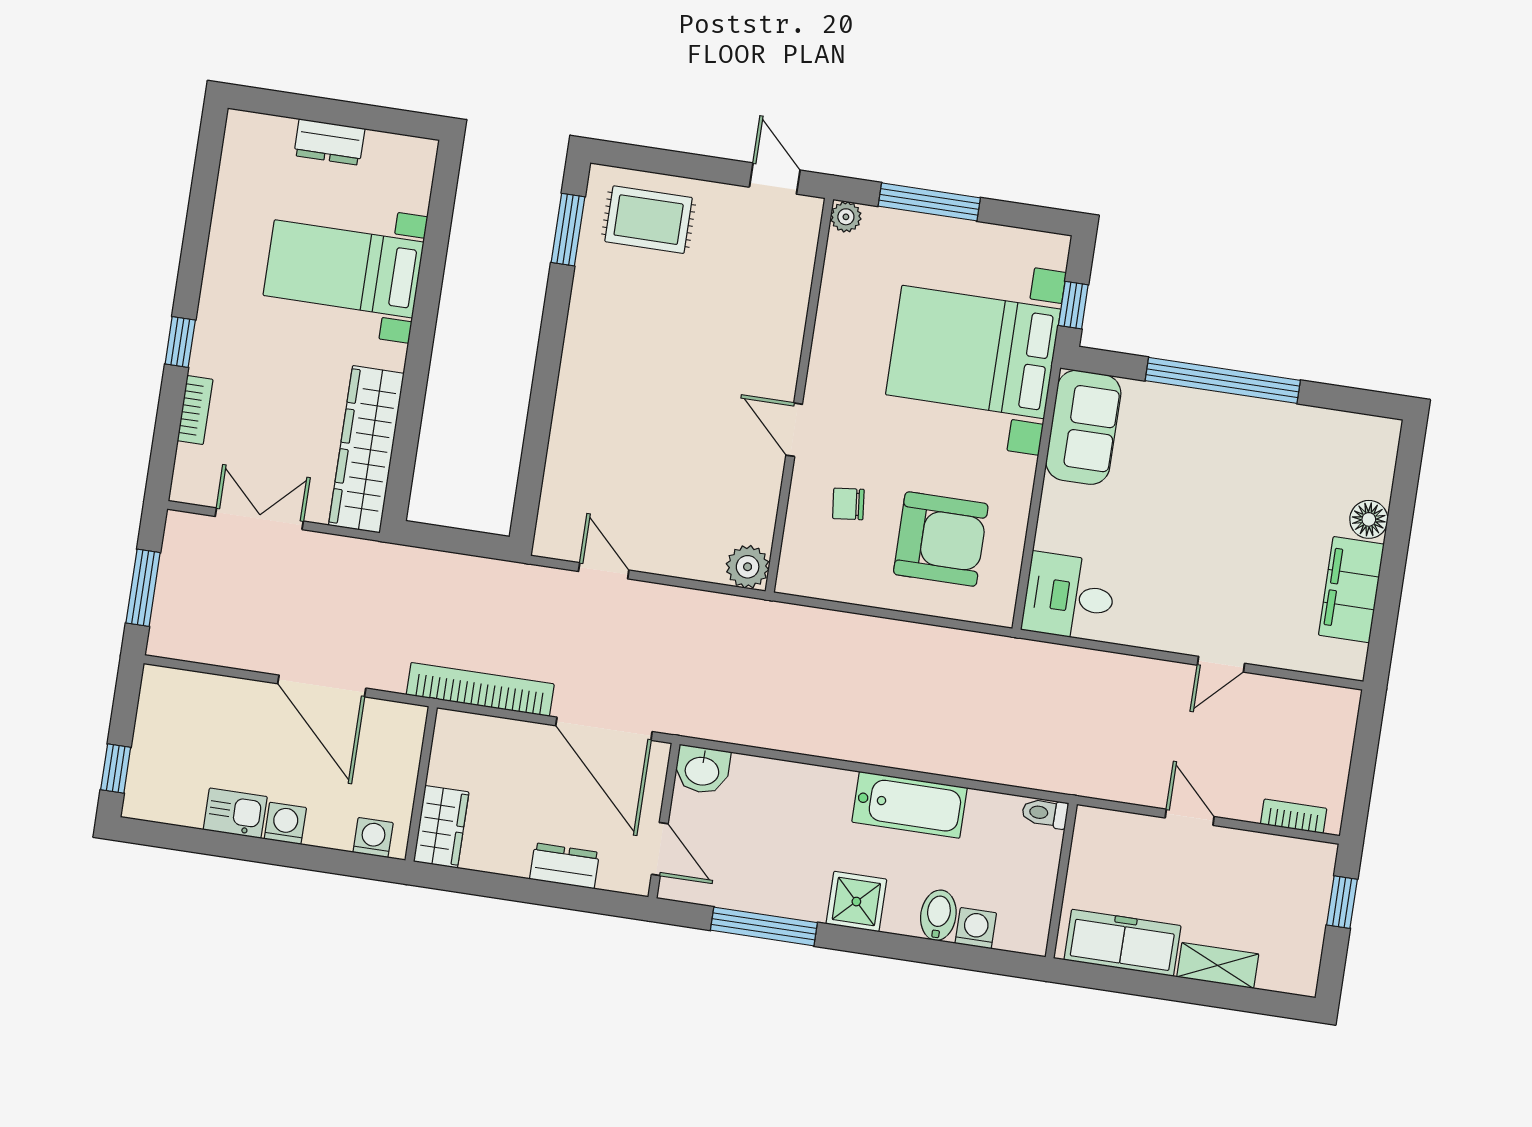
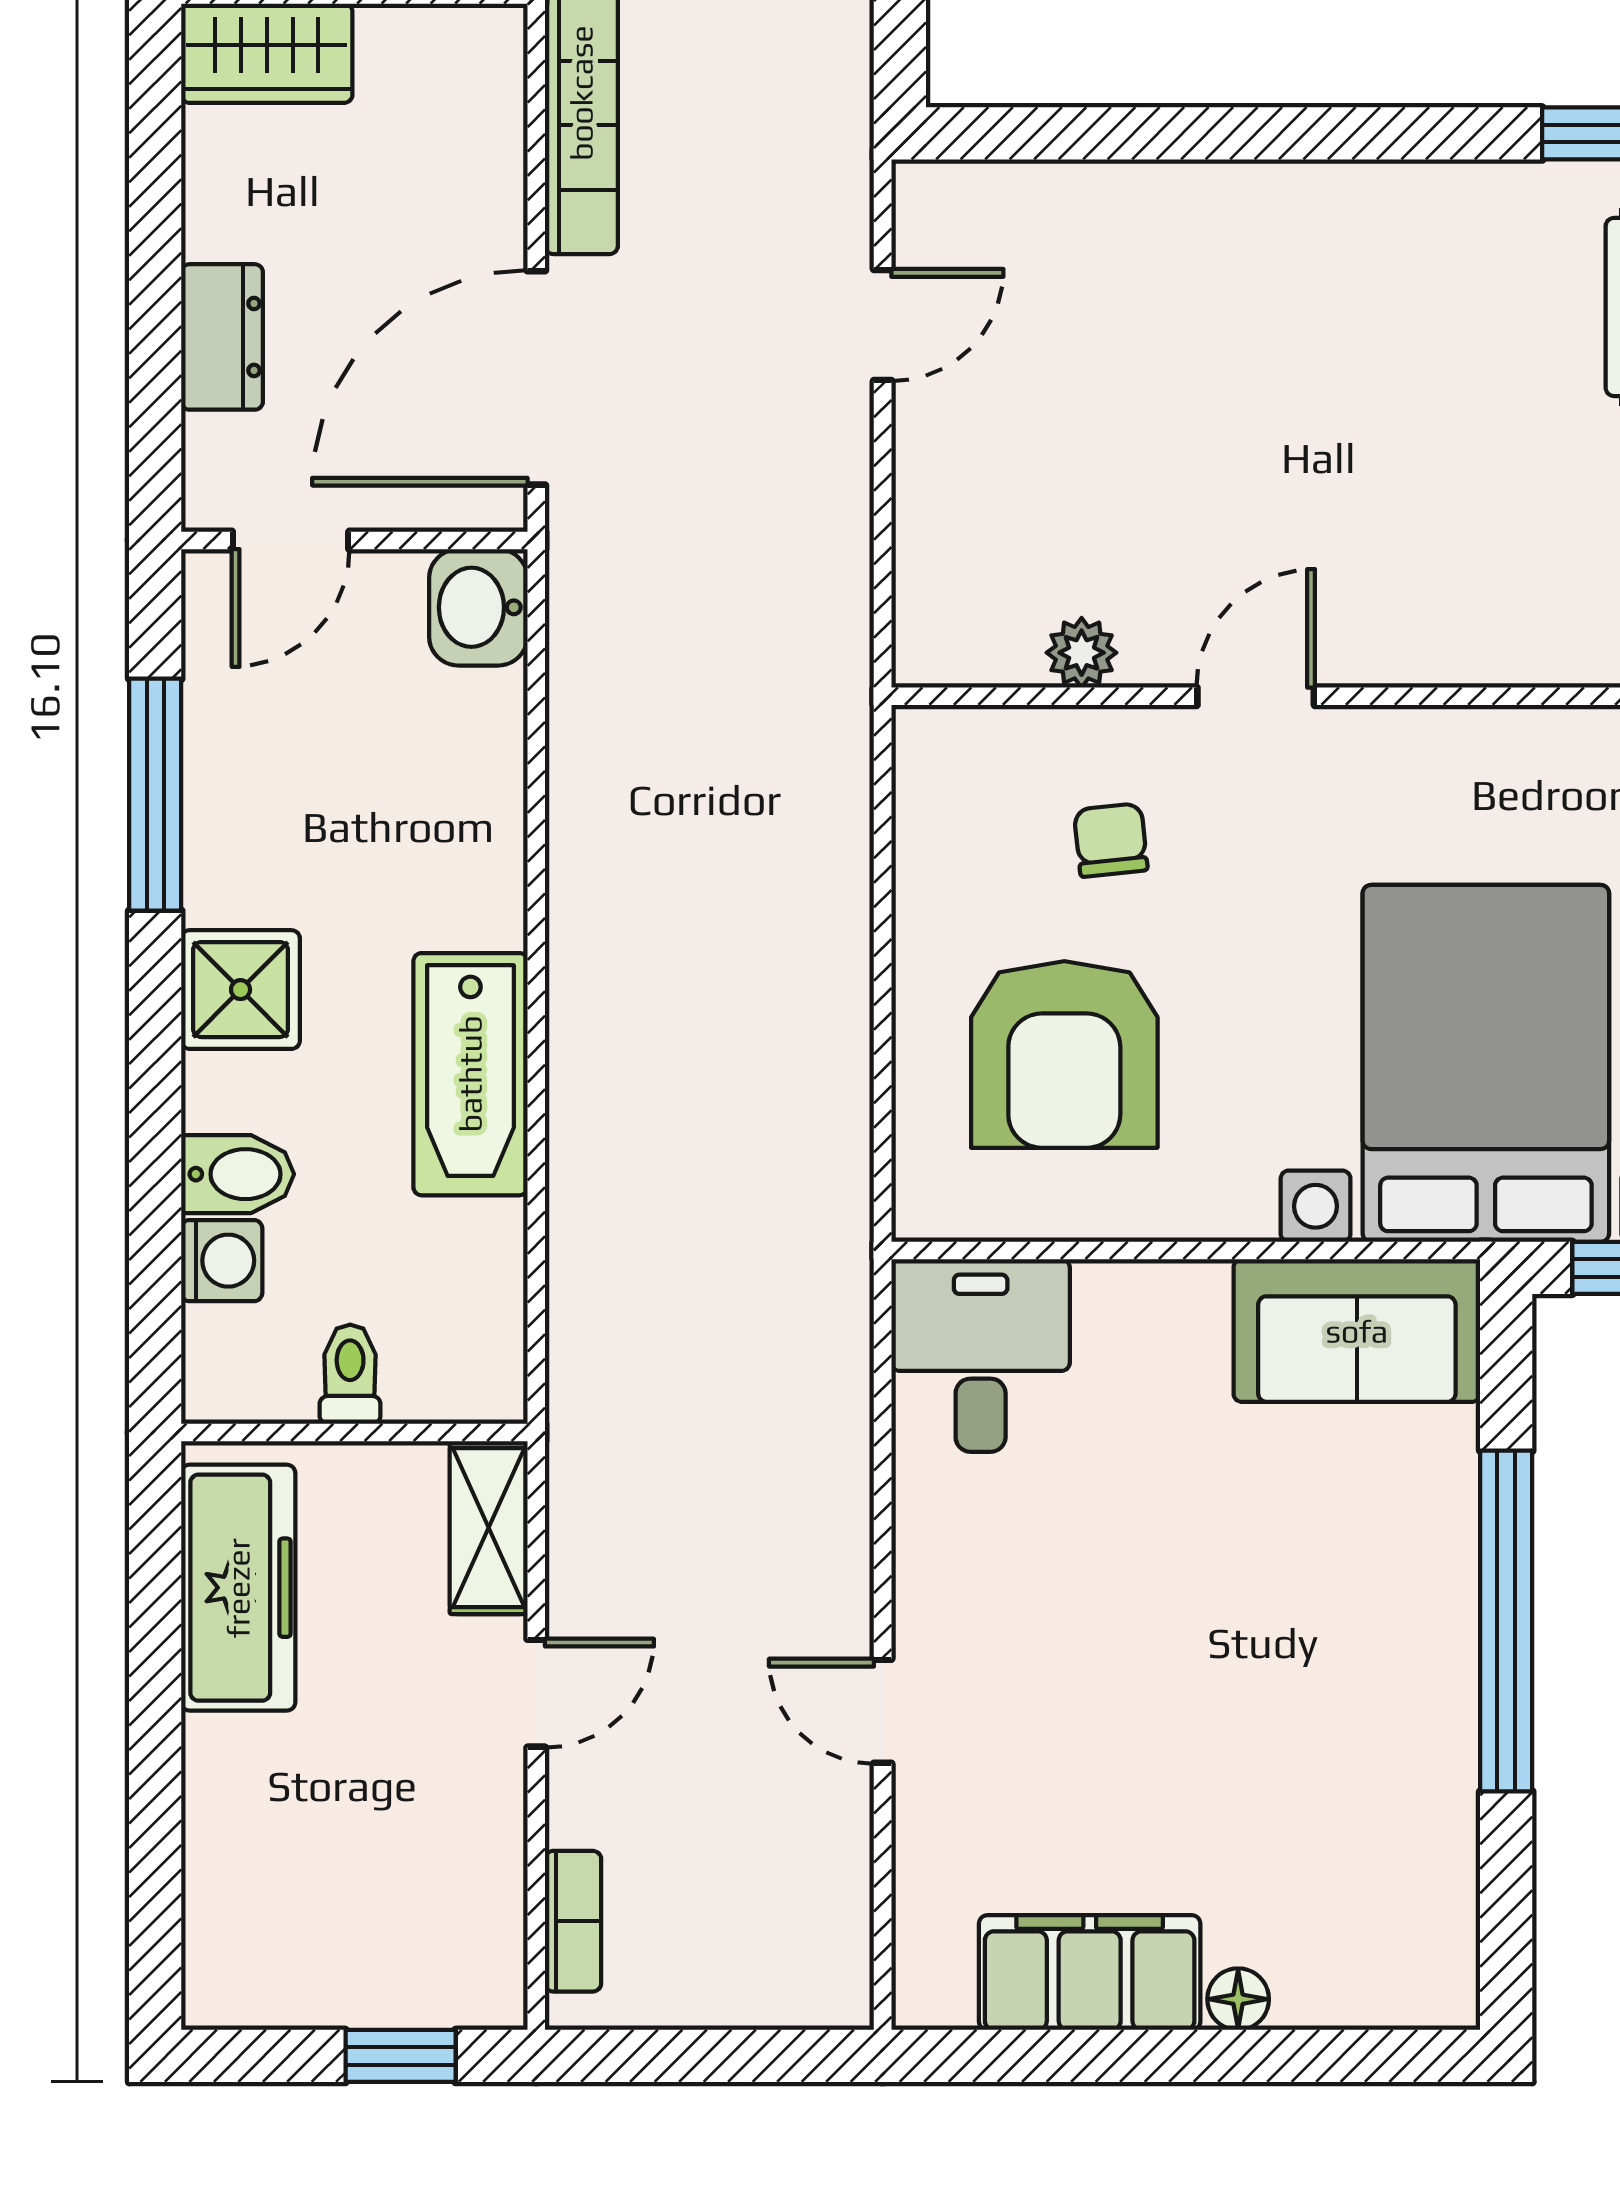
floor lamp: (1369, 519) -> (1238, 1999), width x0.73, depth x0.73
plant: (748, 567) -> (1082, 653), moved, width x0.73, depth x0.73
toilet: (1045, 813) -> (350, 1374), moved
shelving: (1218, 965) -> (489, 1528), moved

